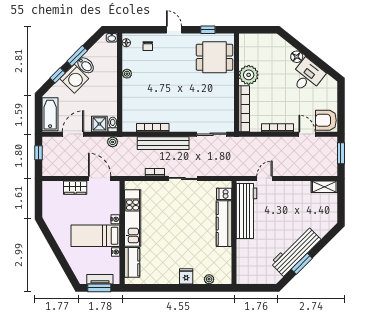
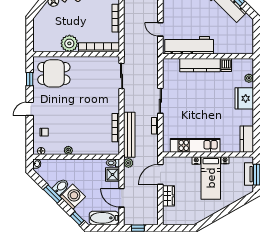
dining table: (214, 57) -> (54, 73), turned 90
window: (58, 75) -> (77, 218), moved
bench: (163, 143) -> (129, 135), moved
dishwasher: (224, 194) -> (226, 65), moved
kitchen counter: (132, 262) -> (247, 139), moved, turned -90
fridge: (186, 276) -> (244, 98), width x1.88, depth x1.34

